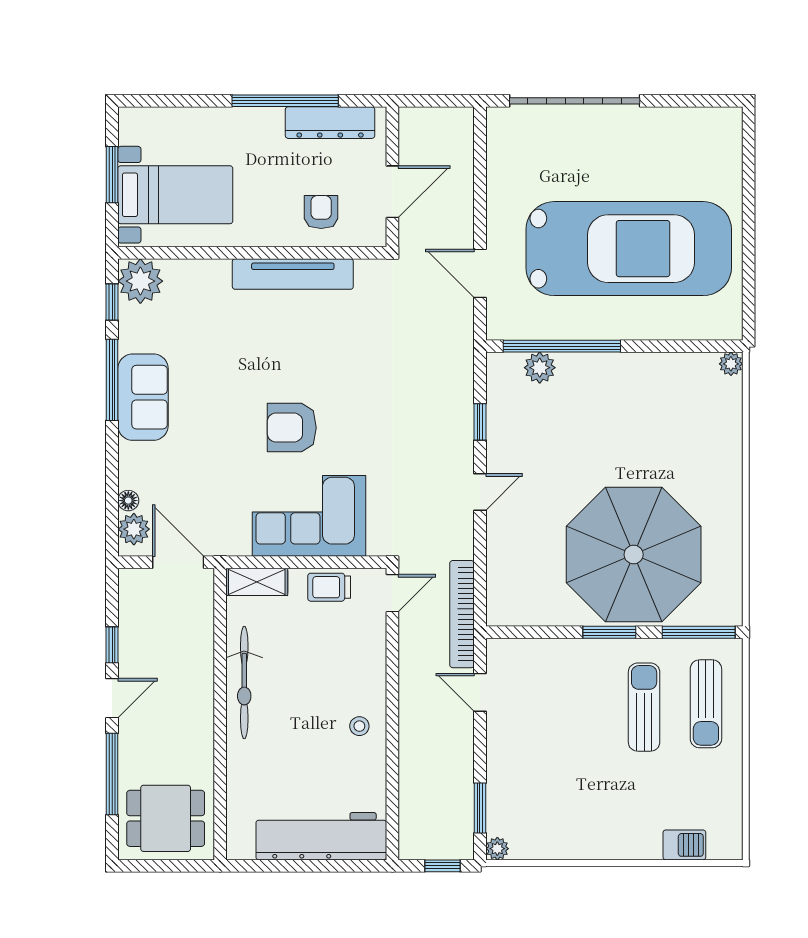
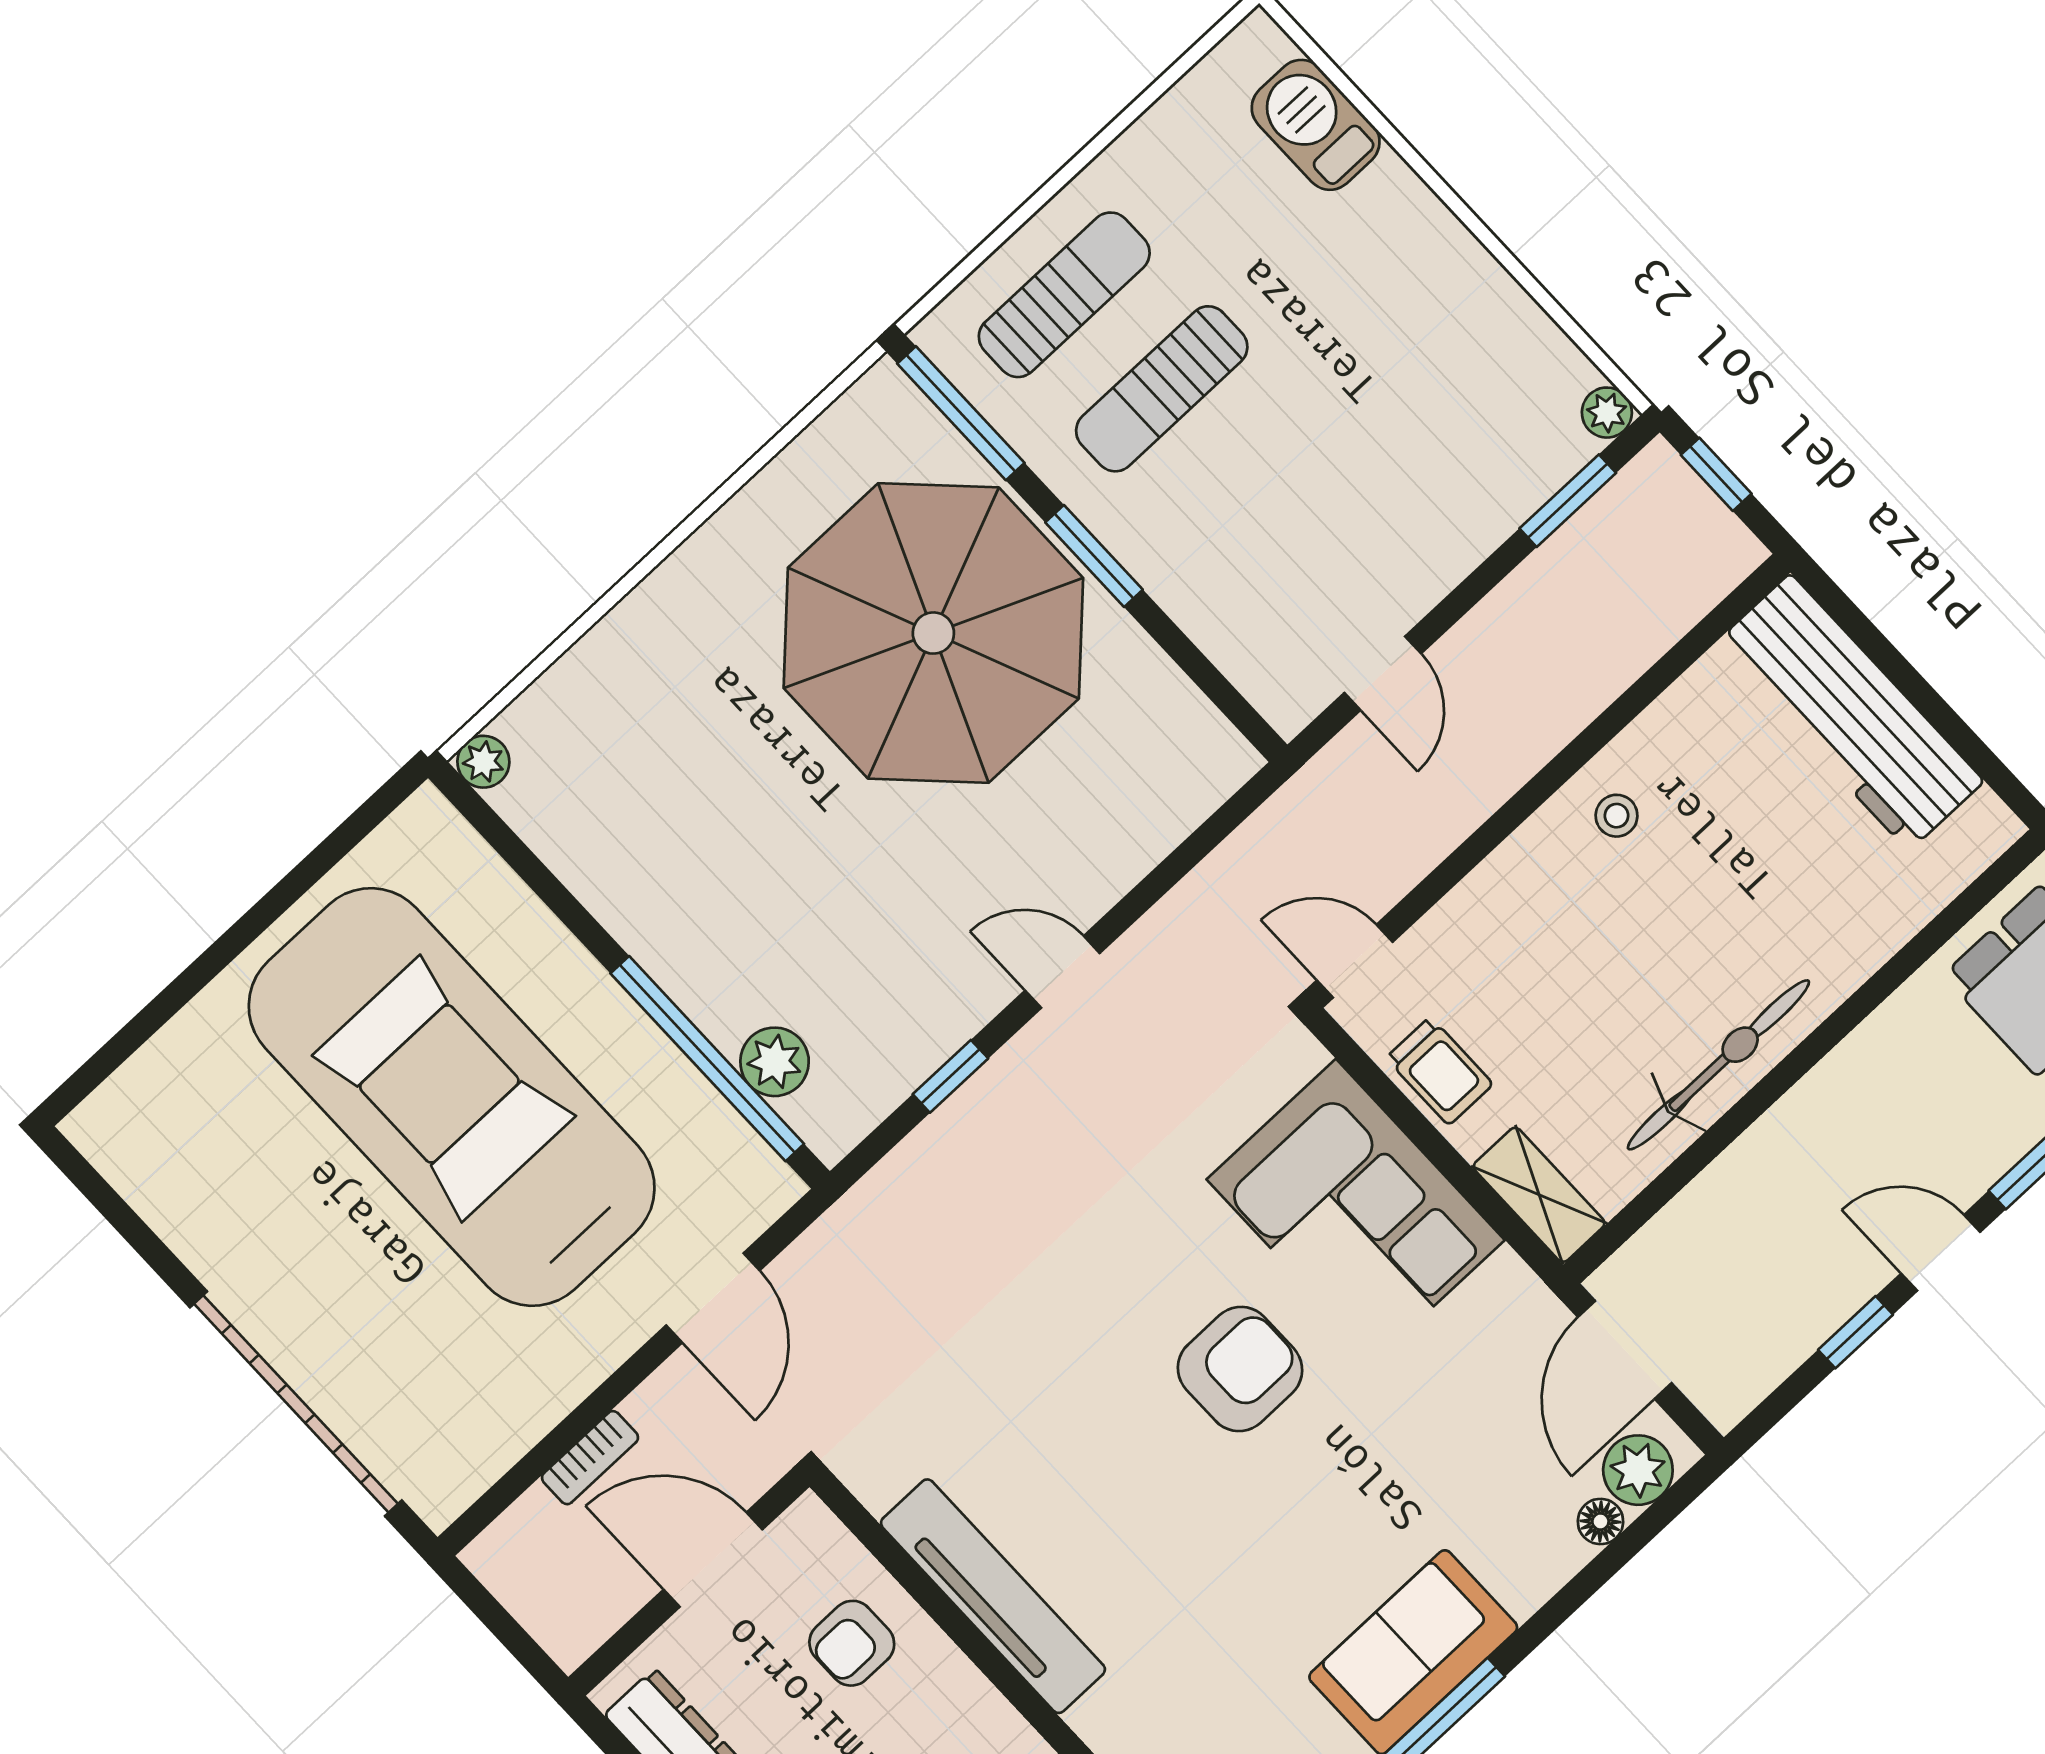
armchair: (292, 428) -> (1240, 1369), turned -90
bookcase: (462, 614) -> (590, 1458), moved, width x0.43, depth x0.76
barbecue: (684, 845) -> (1316, 125), width x1.38, depth x1.27

